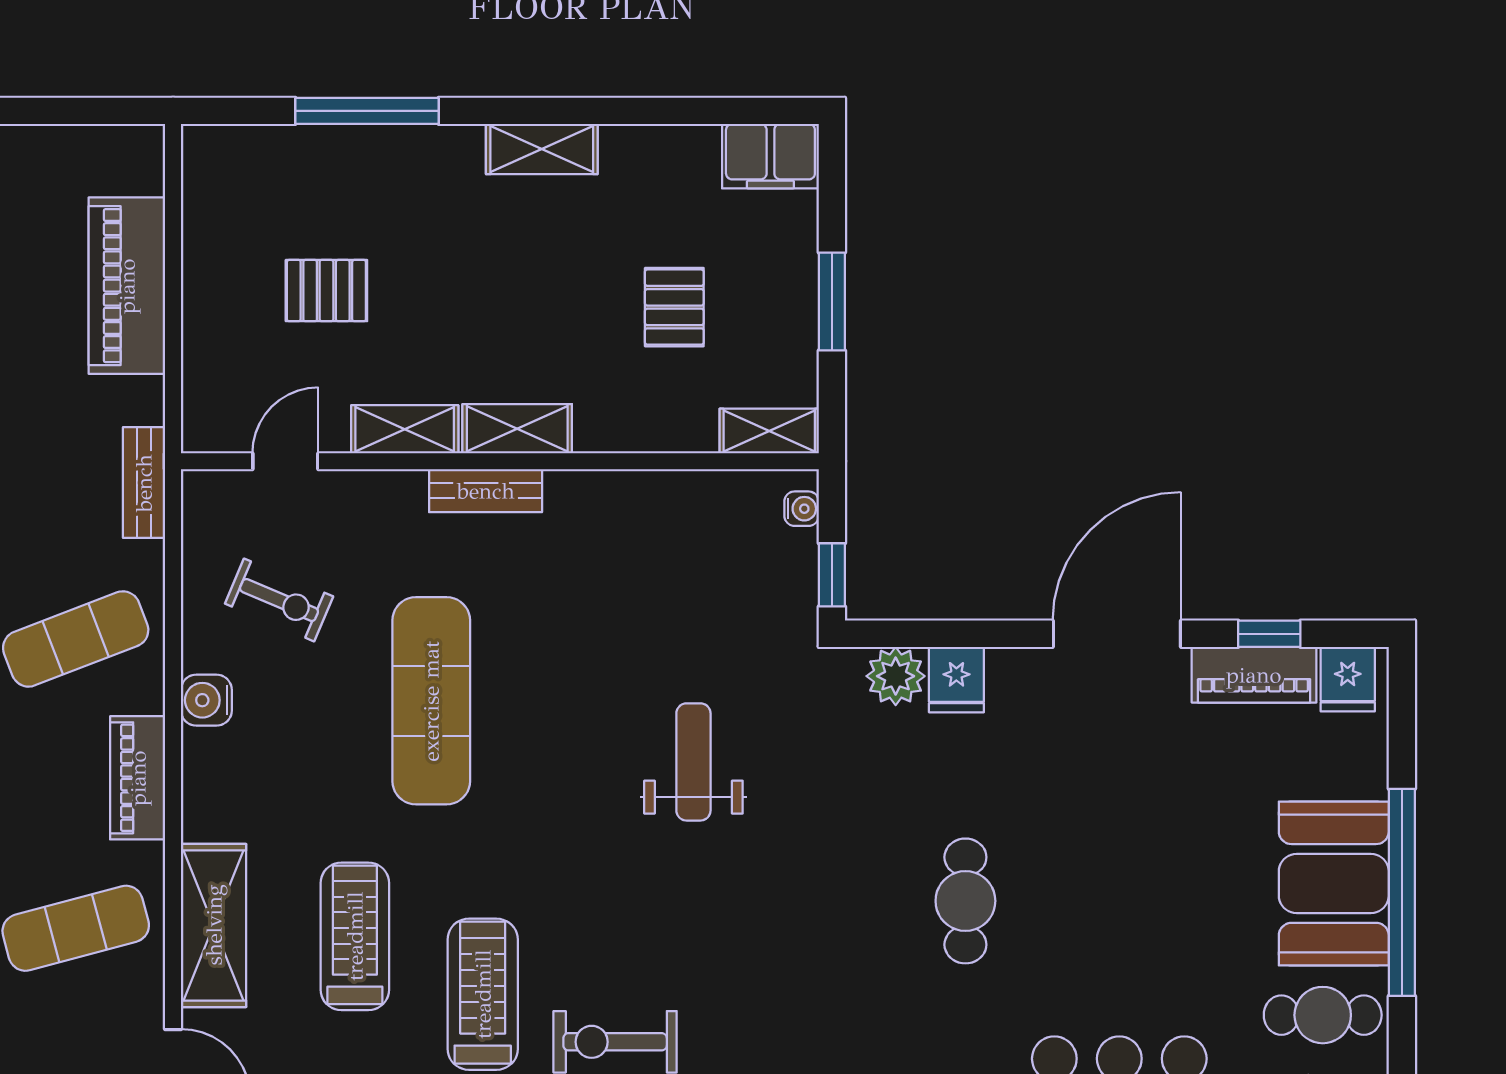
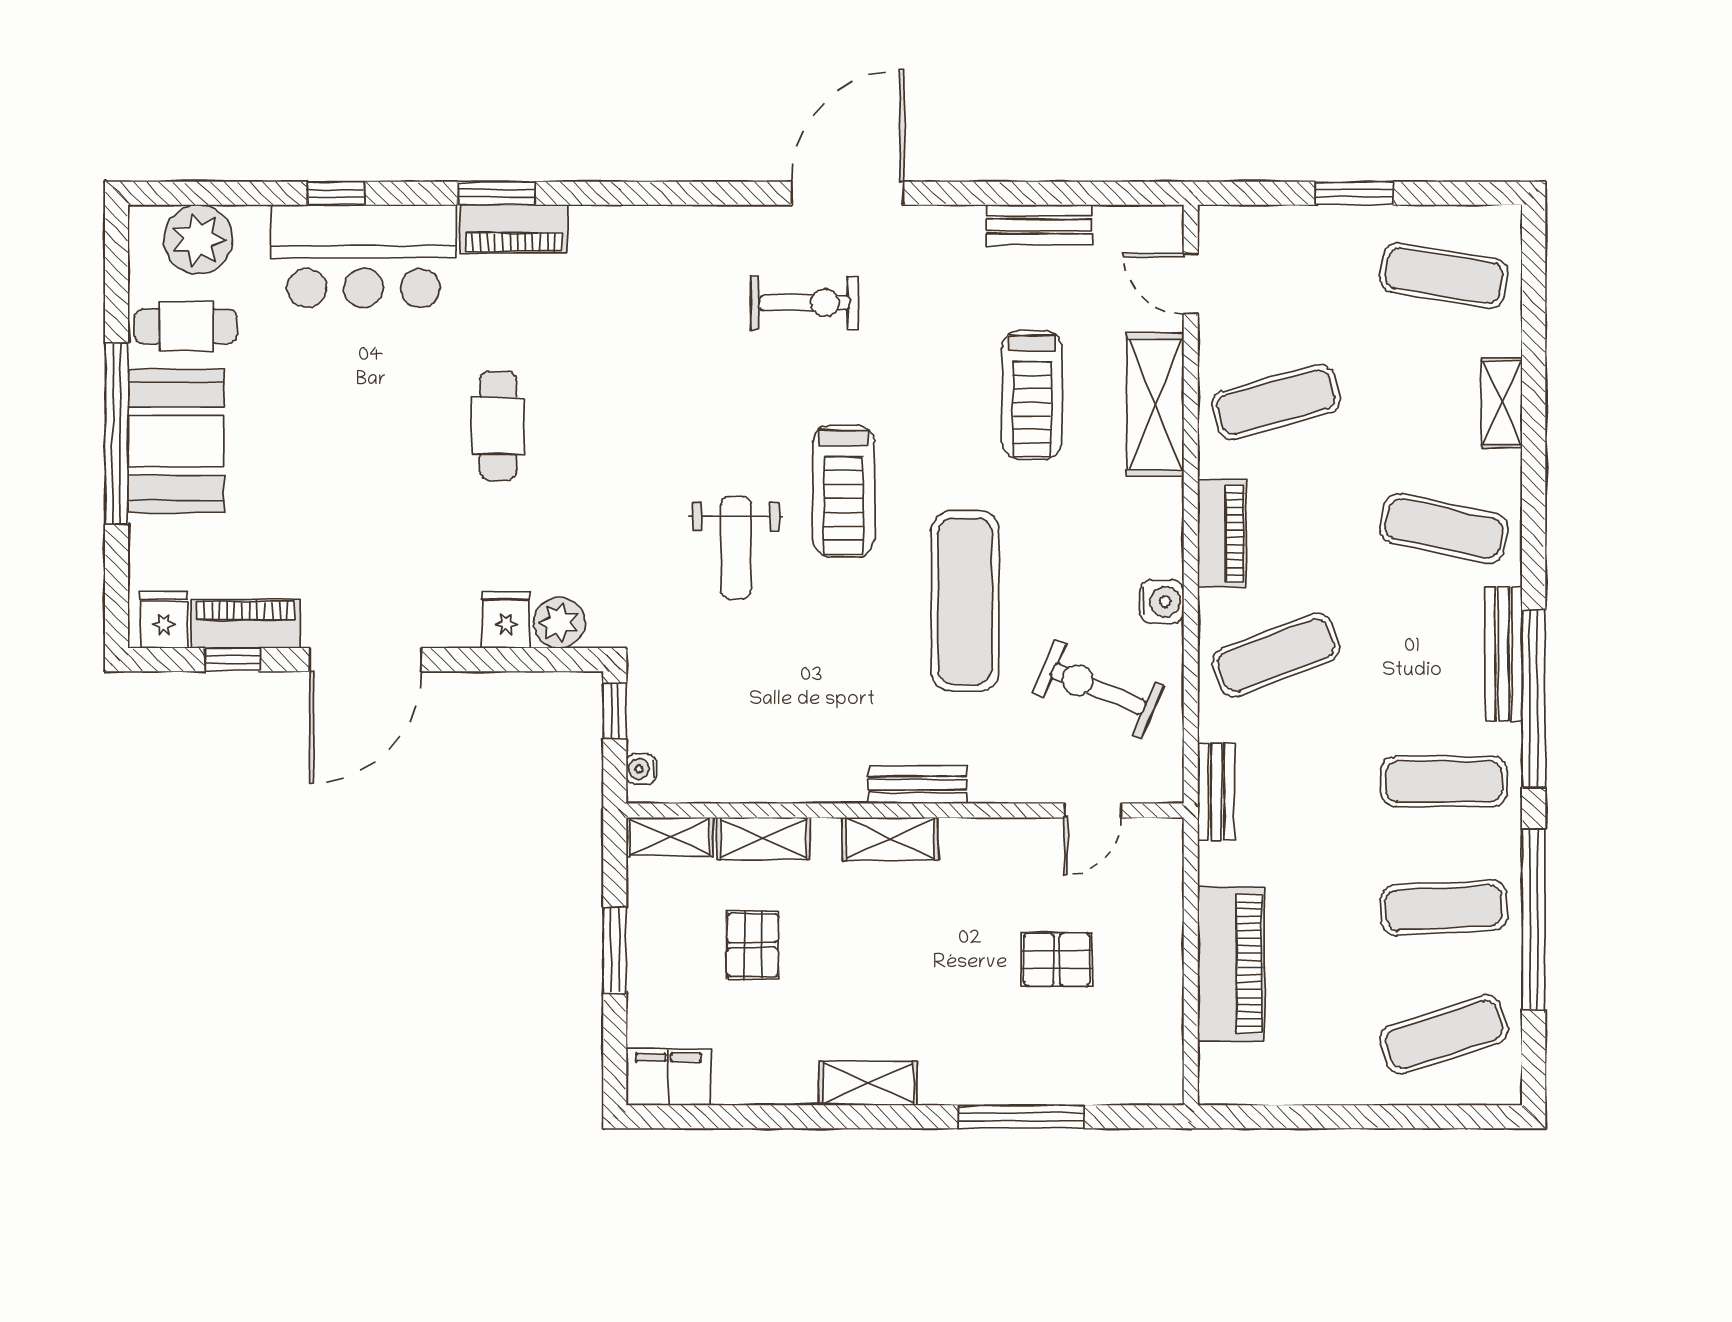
shelving: (405, 429) -> (763, 838), moved
exercise bike: (279, 600) -> (1098, 689), width x1.38, depth x1.39
treadmill: (483, 994) -> (844, 491), moved

